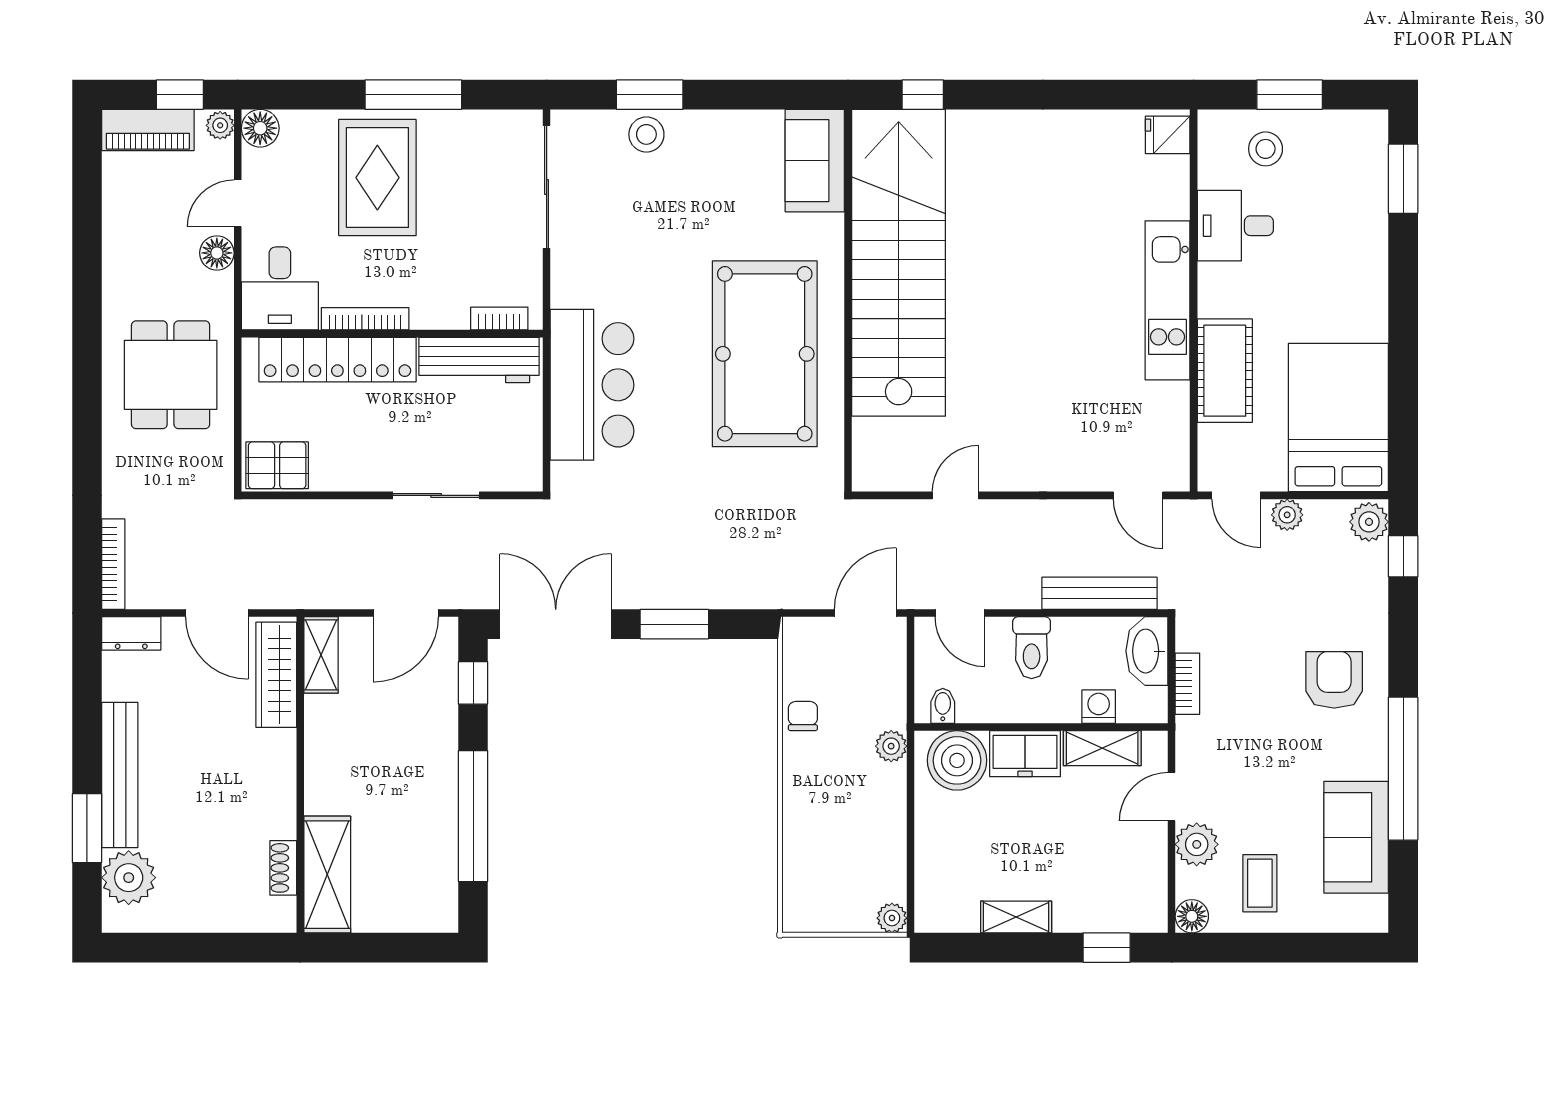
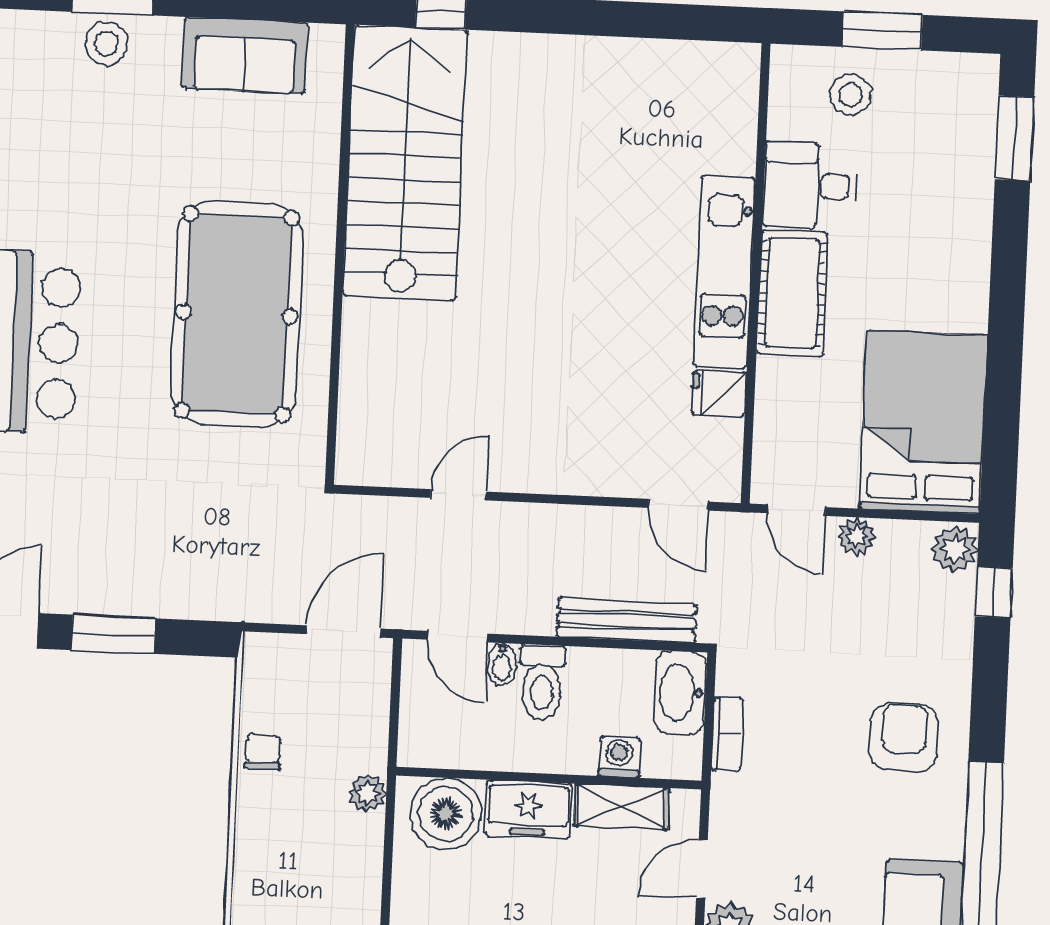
fridge: (1168, 135) -> (719, 393), moved
sofa: (815, 161) -> (245, 55), moved, turned -90
stairs: (899, 263) -> (405, 163), width x0.73
cot: (1225, 371) -> (792, 293), moved
bidet: (943, 706) -> (502, 664), moved, turned 180

